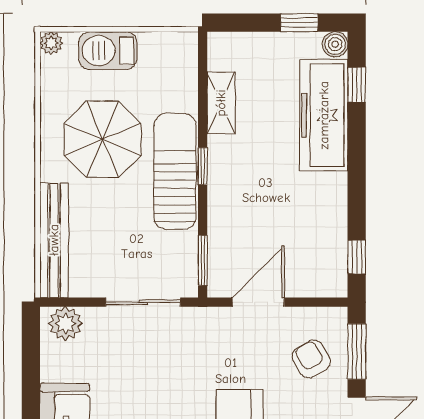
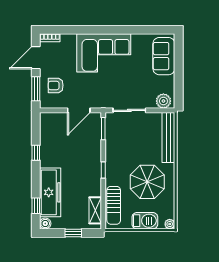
window: (299, 23) -> (73, 233), moved
shelving: (221, 103) -> (95, 210), moved
sun lounger: (175, 171) -> (114, 205), moved, width x0.73, depth x0.75
window: (357, 257) -> (36, 153), moved
armchair: (311, 359) -> (56, 85), turned 120

